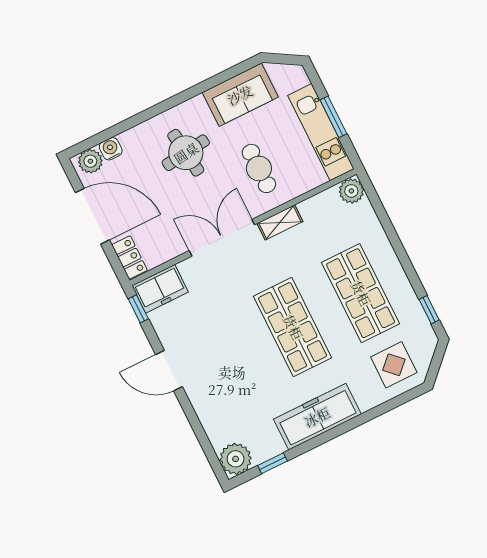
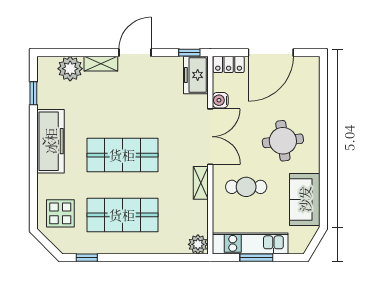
water cooler: (111, 149) -> (220, 100), moved, turned 180
plant: (90, 161) -> (310, 70), removed
shelving: (201, 403) -> (101, 64), added
plant: (236, 459) -> (70, 69), moved

